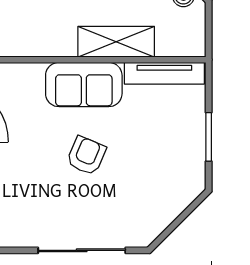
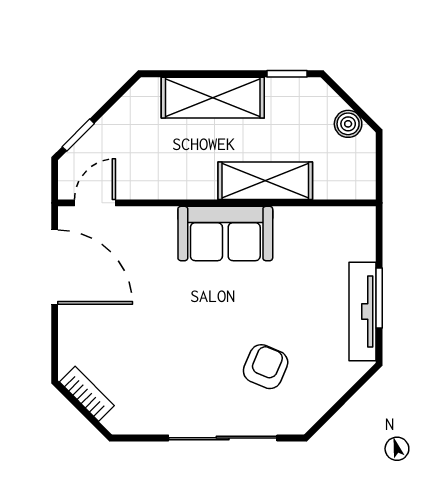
tv unit: (164, 73) -> (362, 312), moved, turned 90
armchair: (86, 156) -> (266, 367), moved

